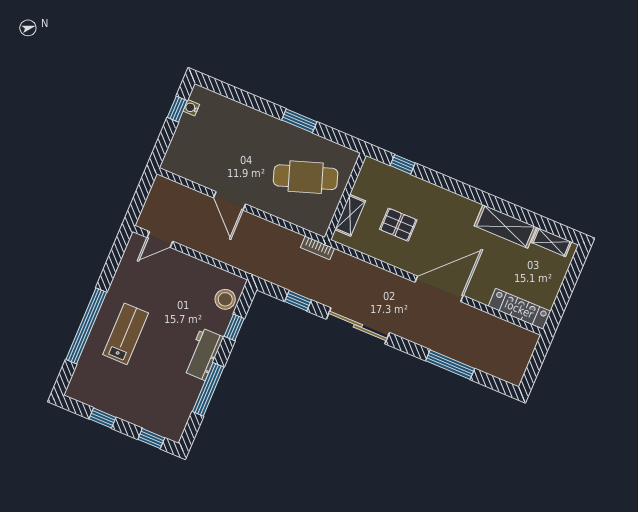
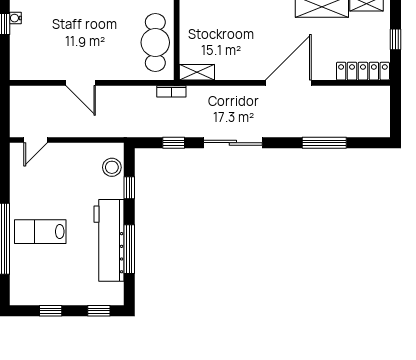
cafe table: (306, 177) -> (155, 42), moved, turned -71
shelving: (350, 215) -> (197, 72), moved, turned 90
pallet: (398, 225) -> (231, 43), removed
window: (566, 291) -> (396, 39), added
lab bench: (126, 334) -> (40, 232), turned -90
workbench: (203, 354) -> (109, 240), width x1.88, depth x1.32

